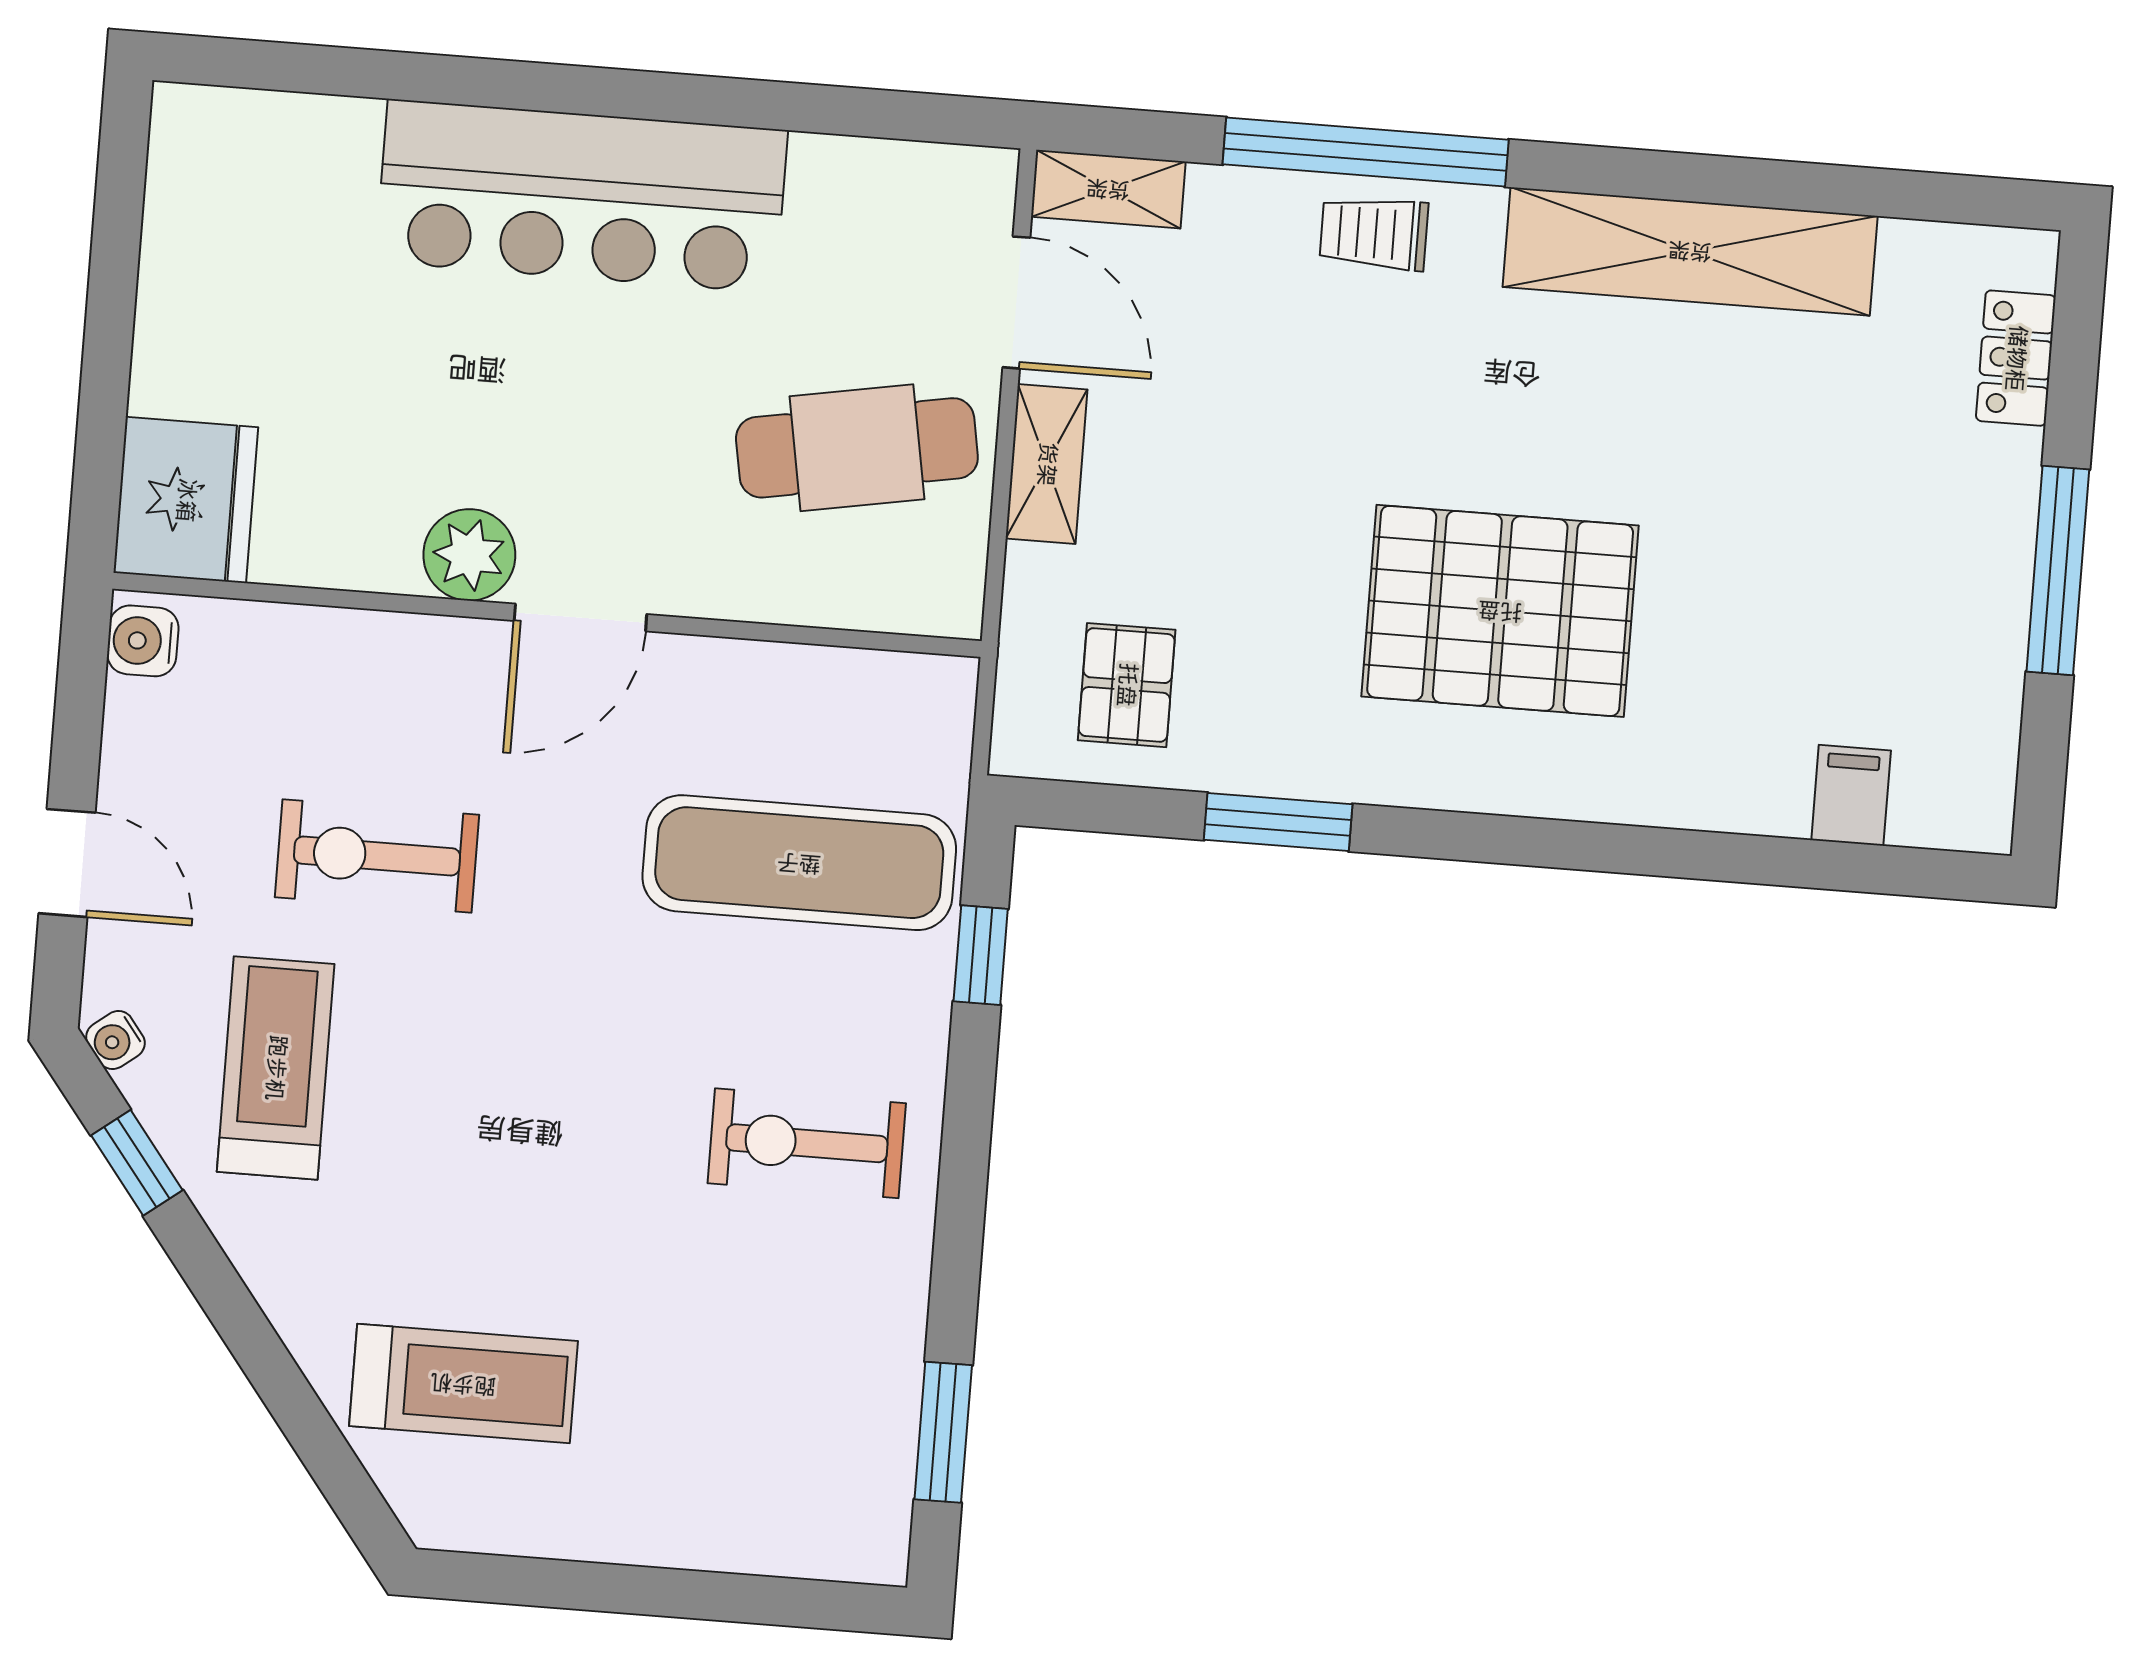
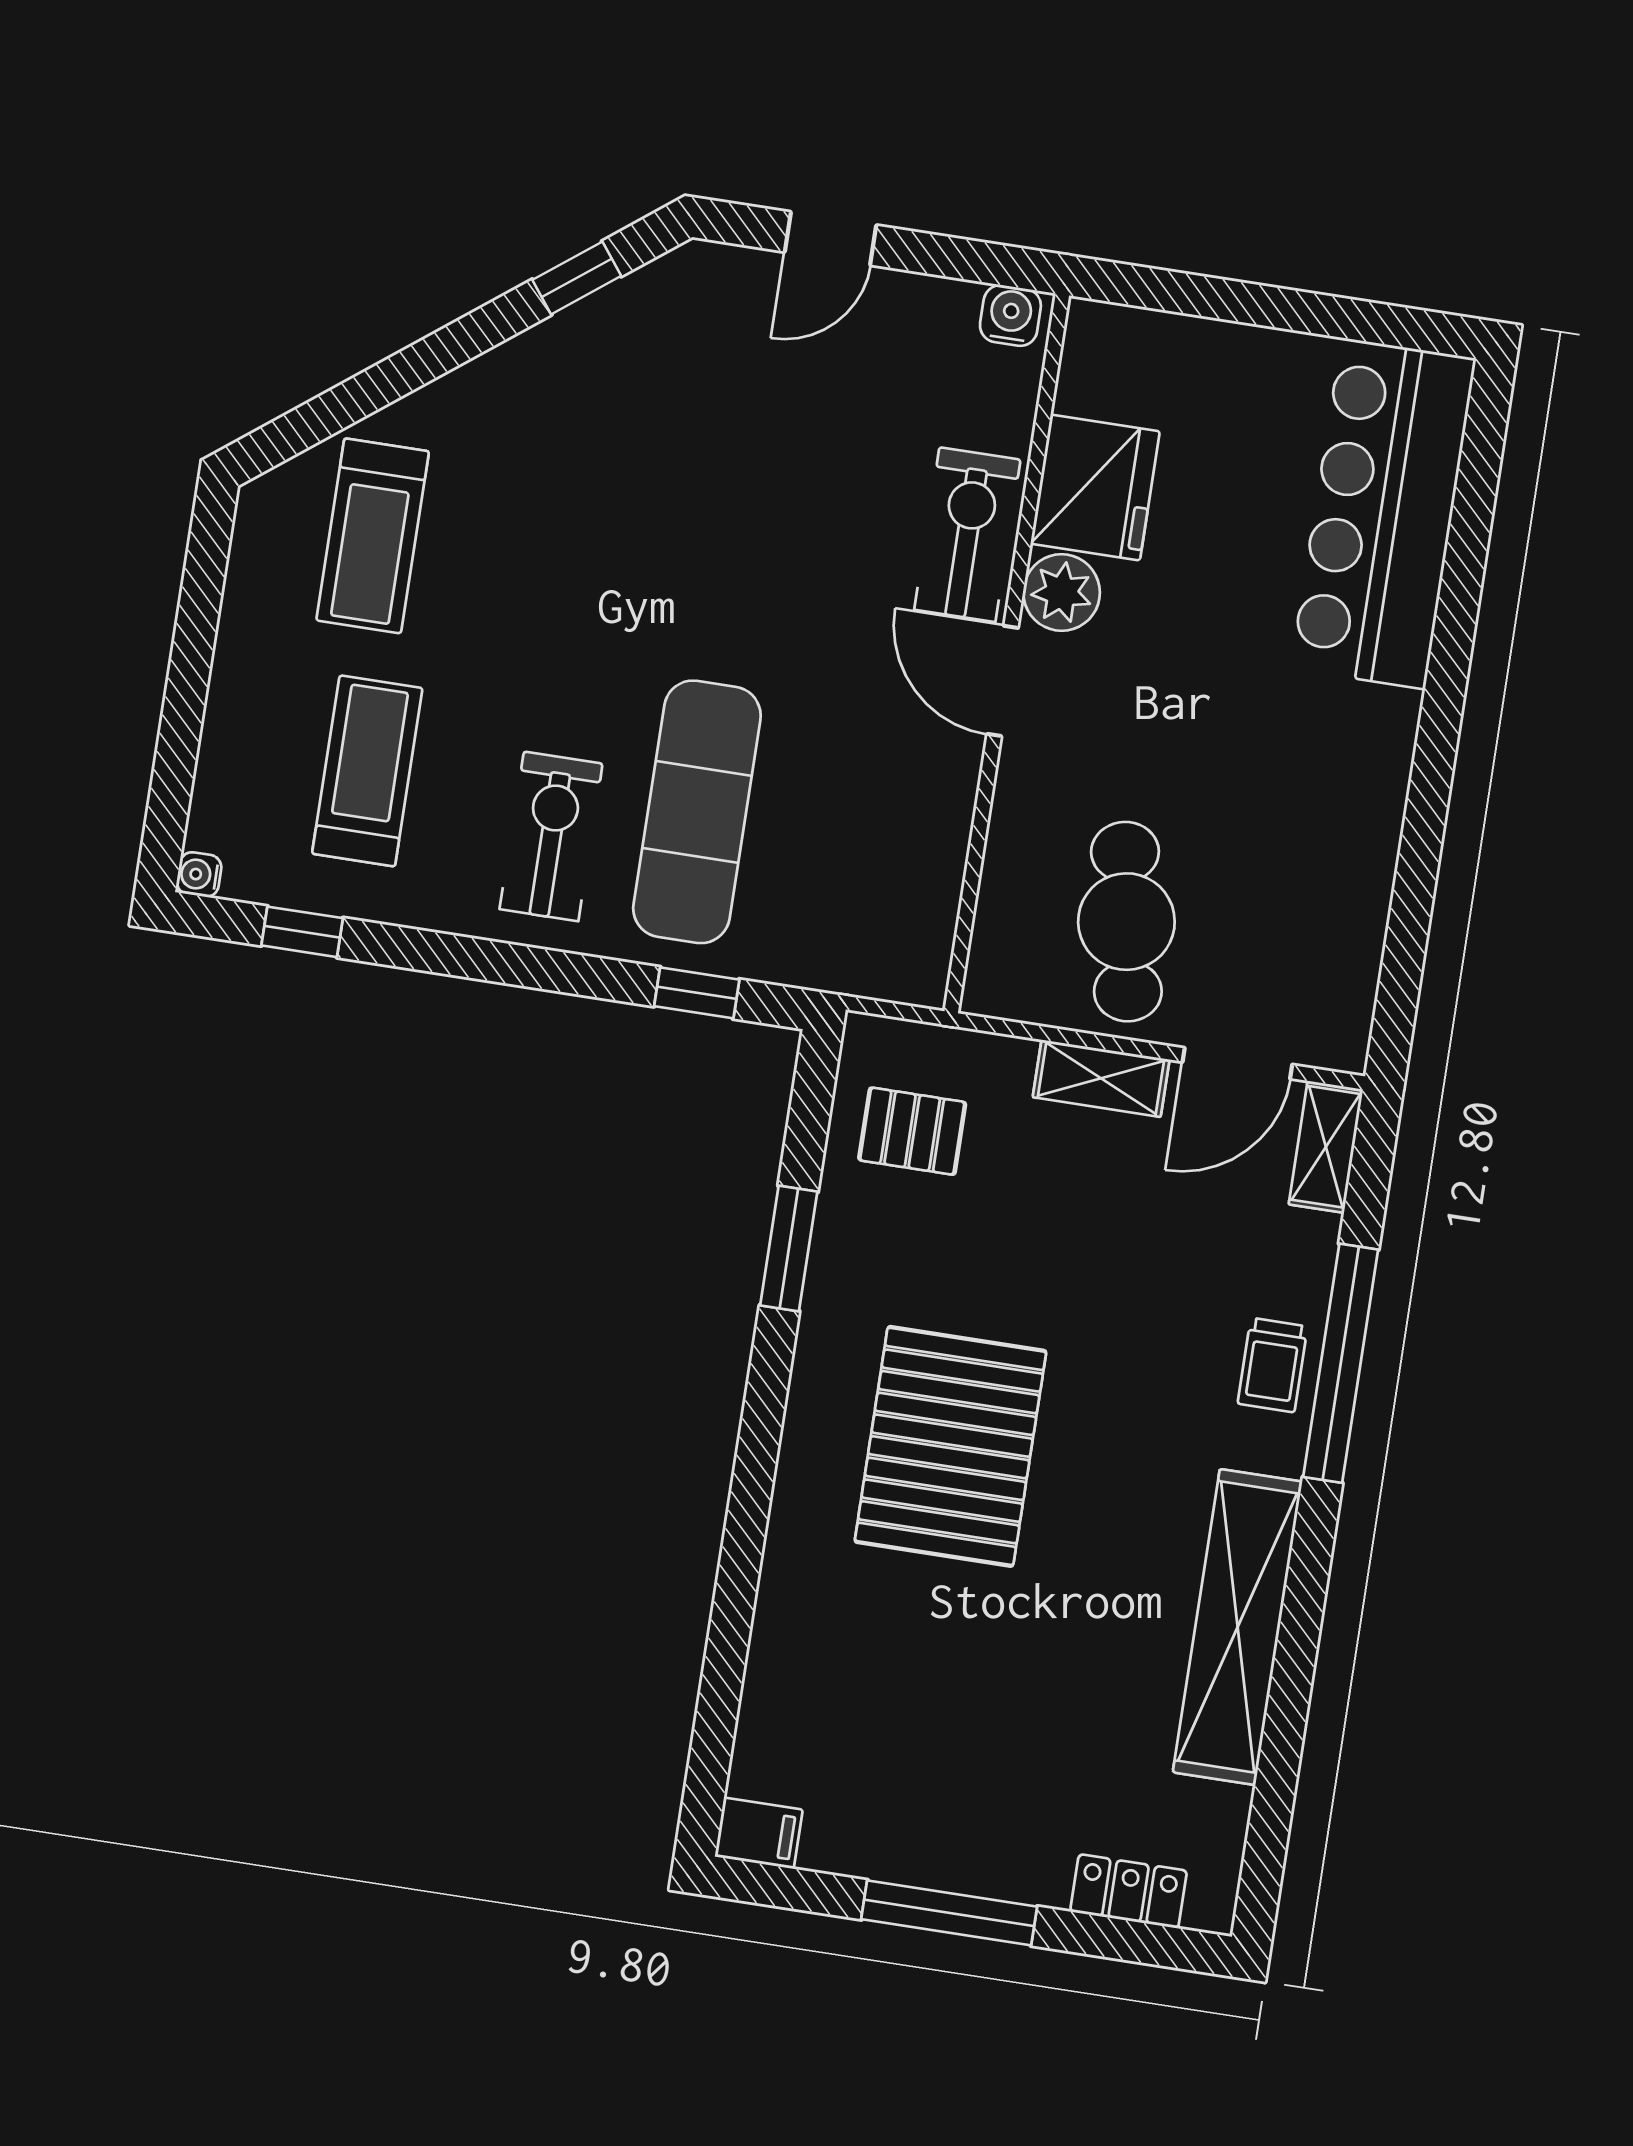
bar counter: (582, 196) -> (1383, 514), moved
trolley: (1374, 233) -> (1273, 1365), turned 180
fridge: (186, 500) -> (1095, 487), moved, turned -90
filing cabinet: (1851, 795) -> (759, 1833), moved
exercise bike: (377, 856) -> (967, 535), moved
exercise mat: (799, 863) -> (697, 812), moved
water cooler: (115, 1040) -> (199, 875), moved, turned -53
treadmill: (276, 1068) -> (367, 771), moved, turned -90
window: (943, 1432) -> (302, 932), width x0.67

